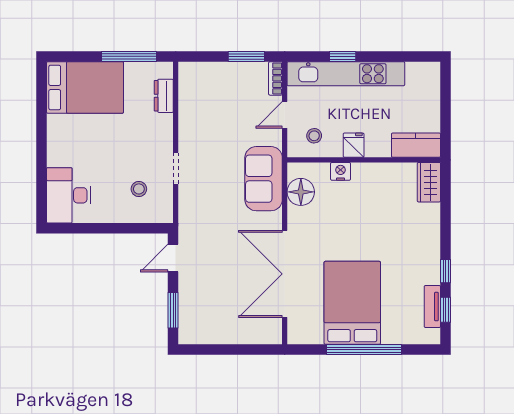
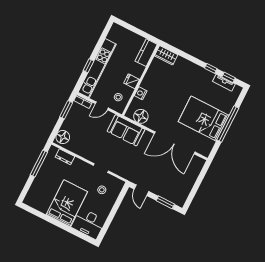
floor lamp: (196, 75) -> (63, 137), added
bed: (85, 87) -> (67, 203), moved
door: (285, 115) -> (102, 106), hinge flipped

